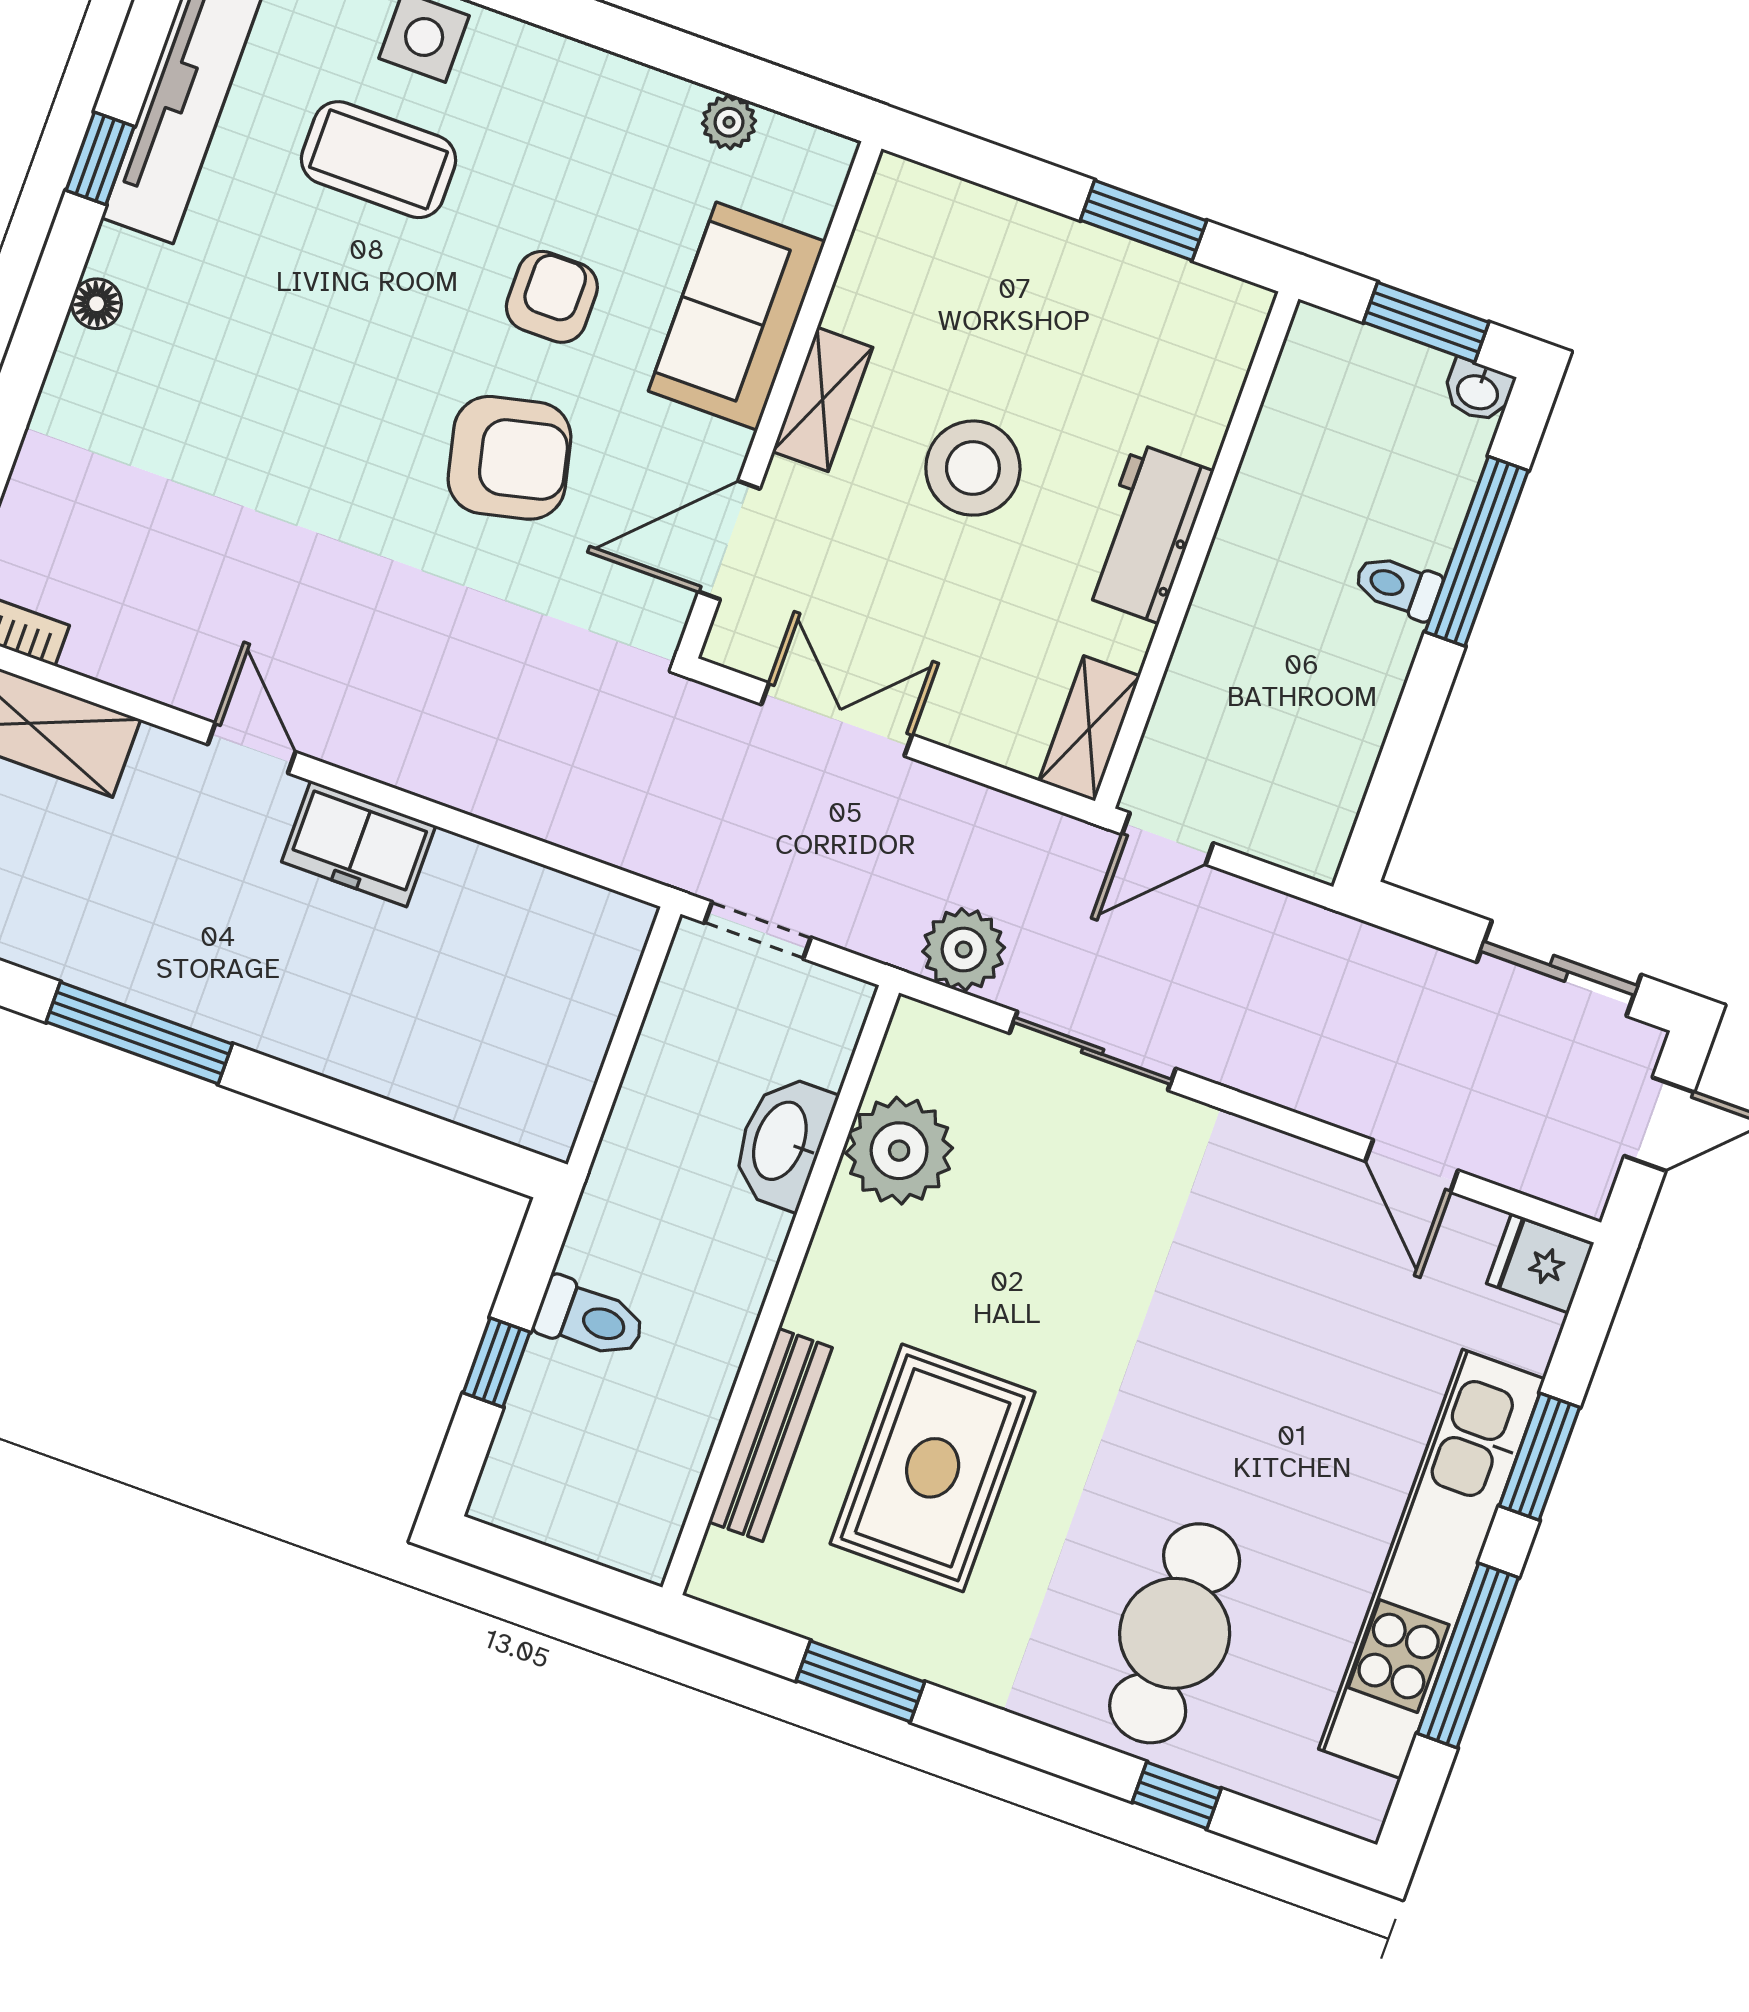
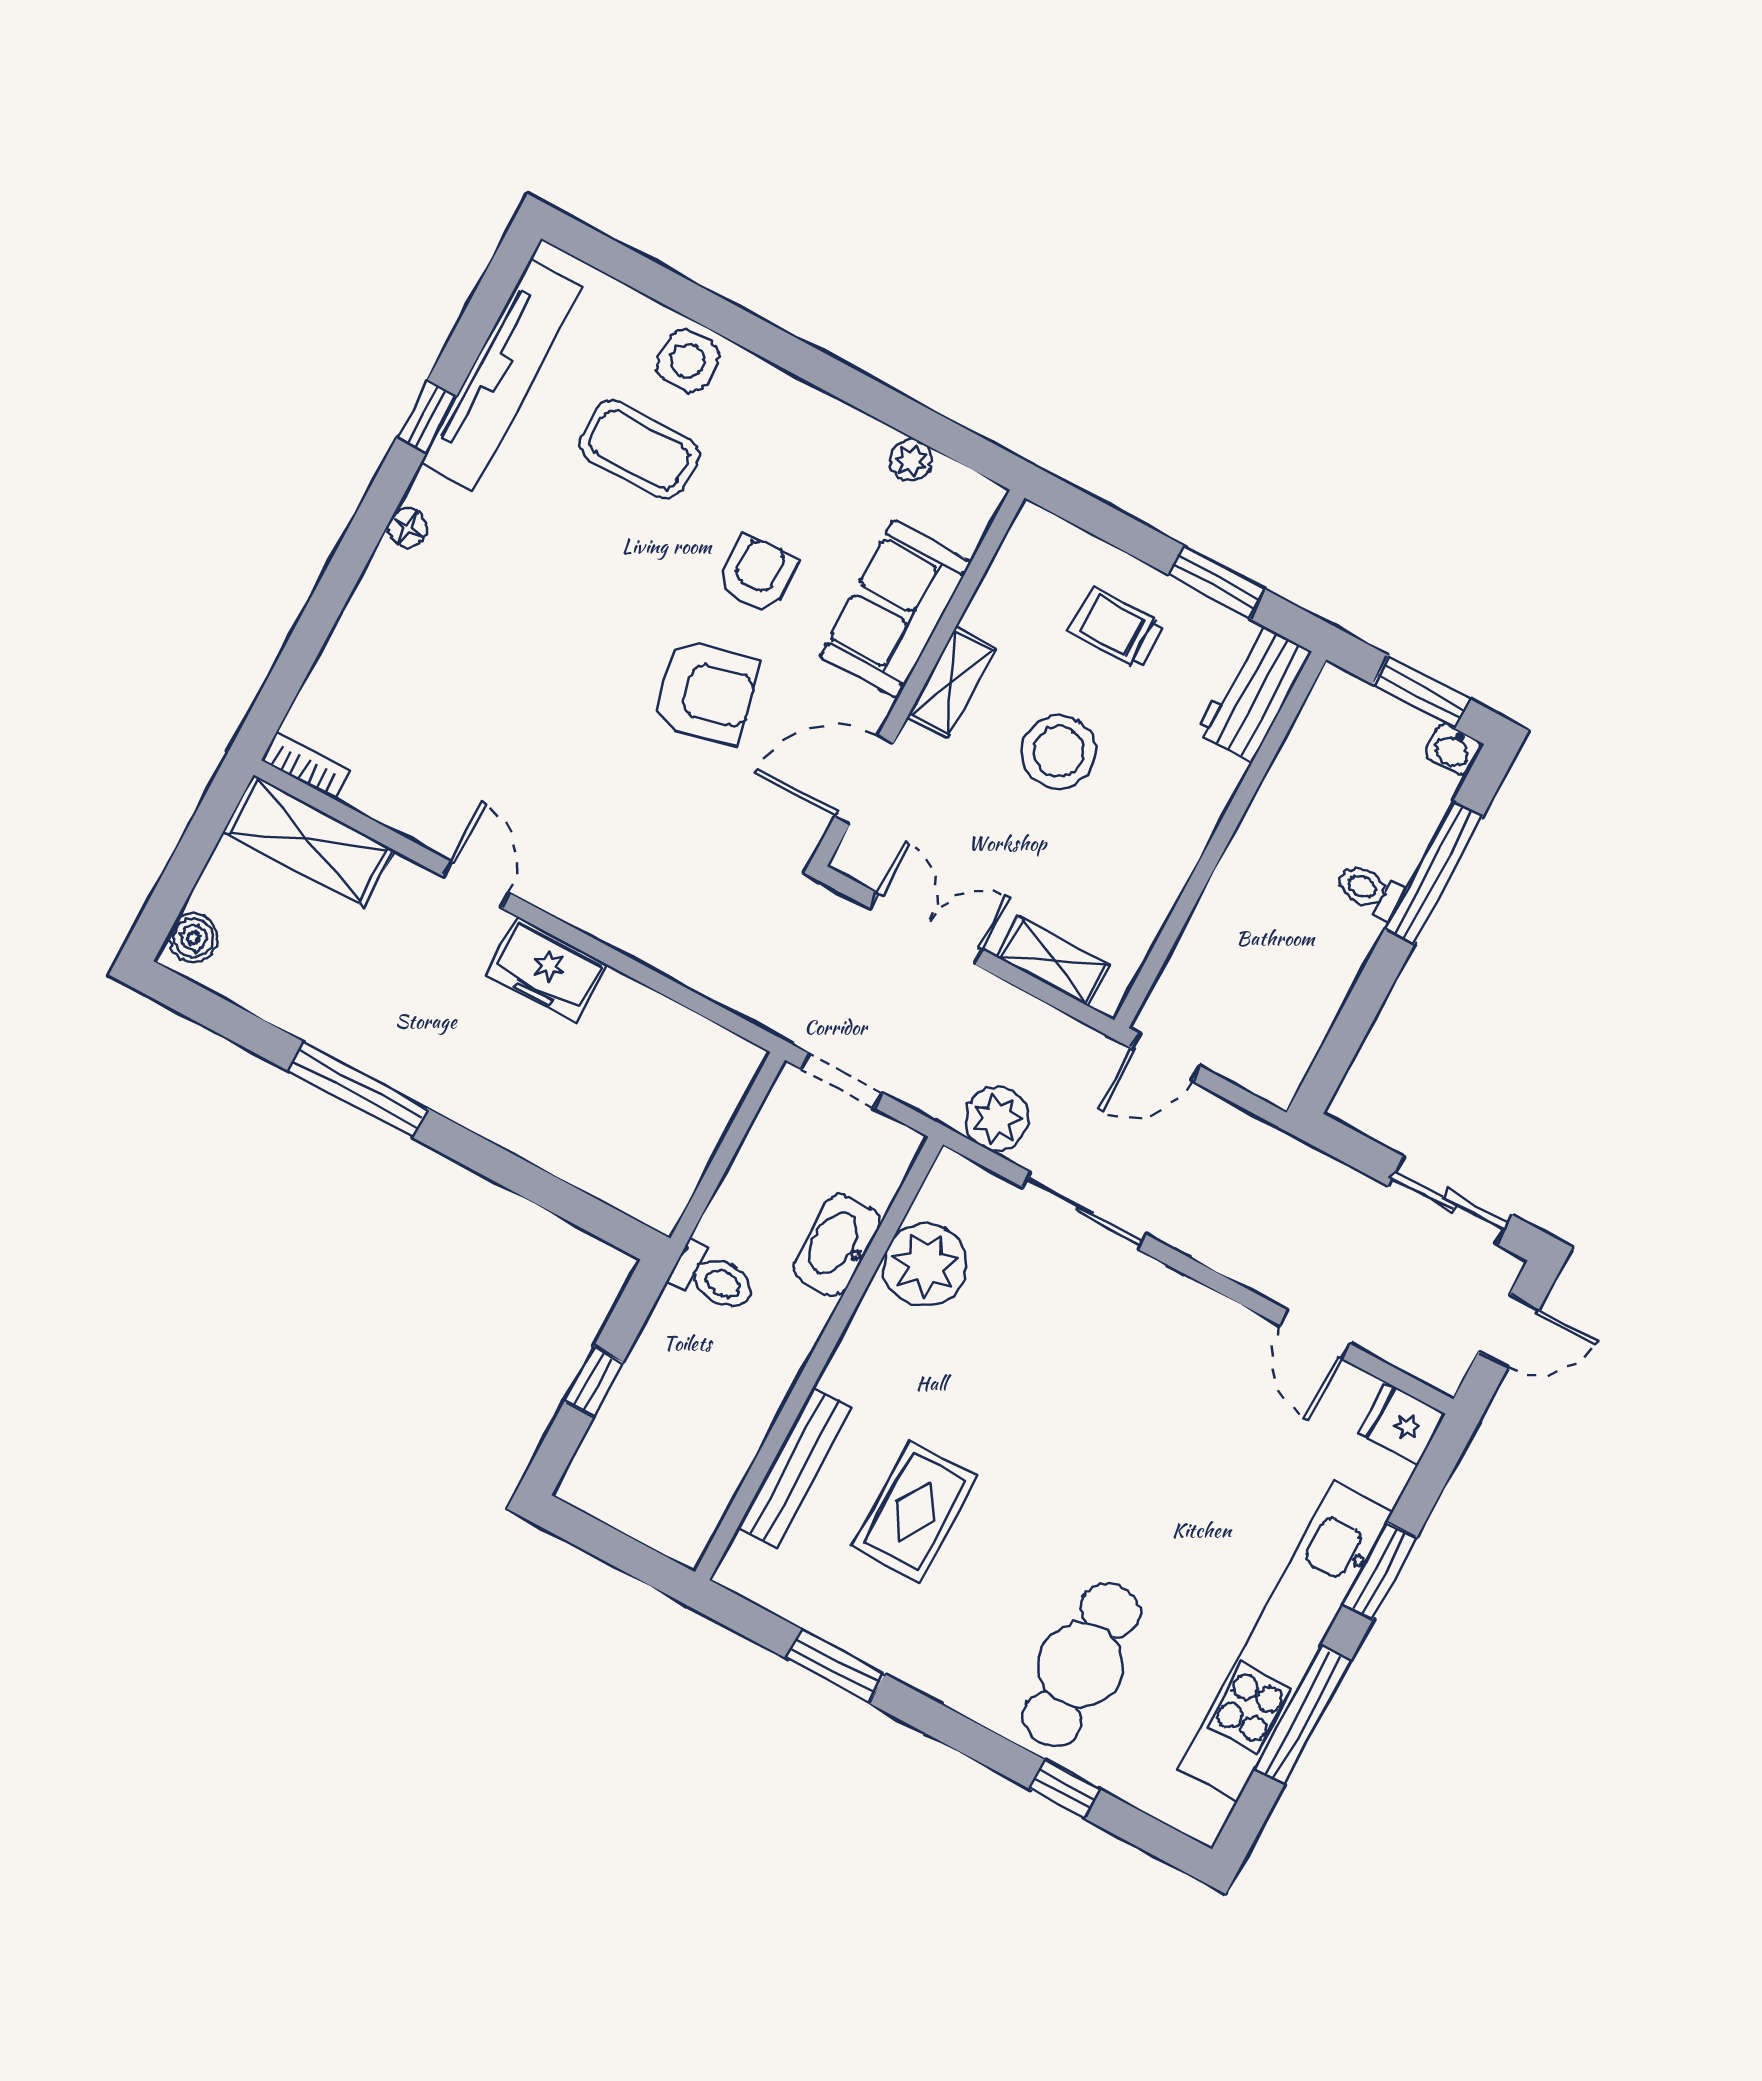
trolley: (1024, 298) -> (1117, 628), added
workbench: (1147, 533) -> (1254, 692), moved
shelving: (1089, 728) -> (1053, 961), moved, turned 90
toilet: (590, 1319) -> (713, 1278), moved
rug: (933, 1468) -> (915, 1511), width x0.73, depth x0.70

